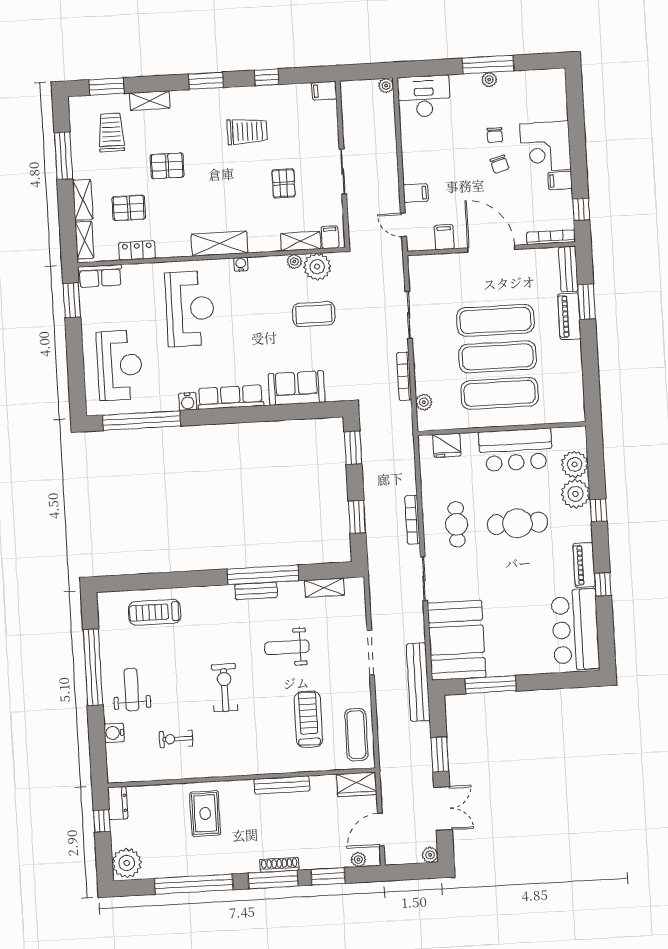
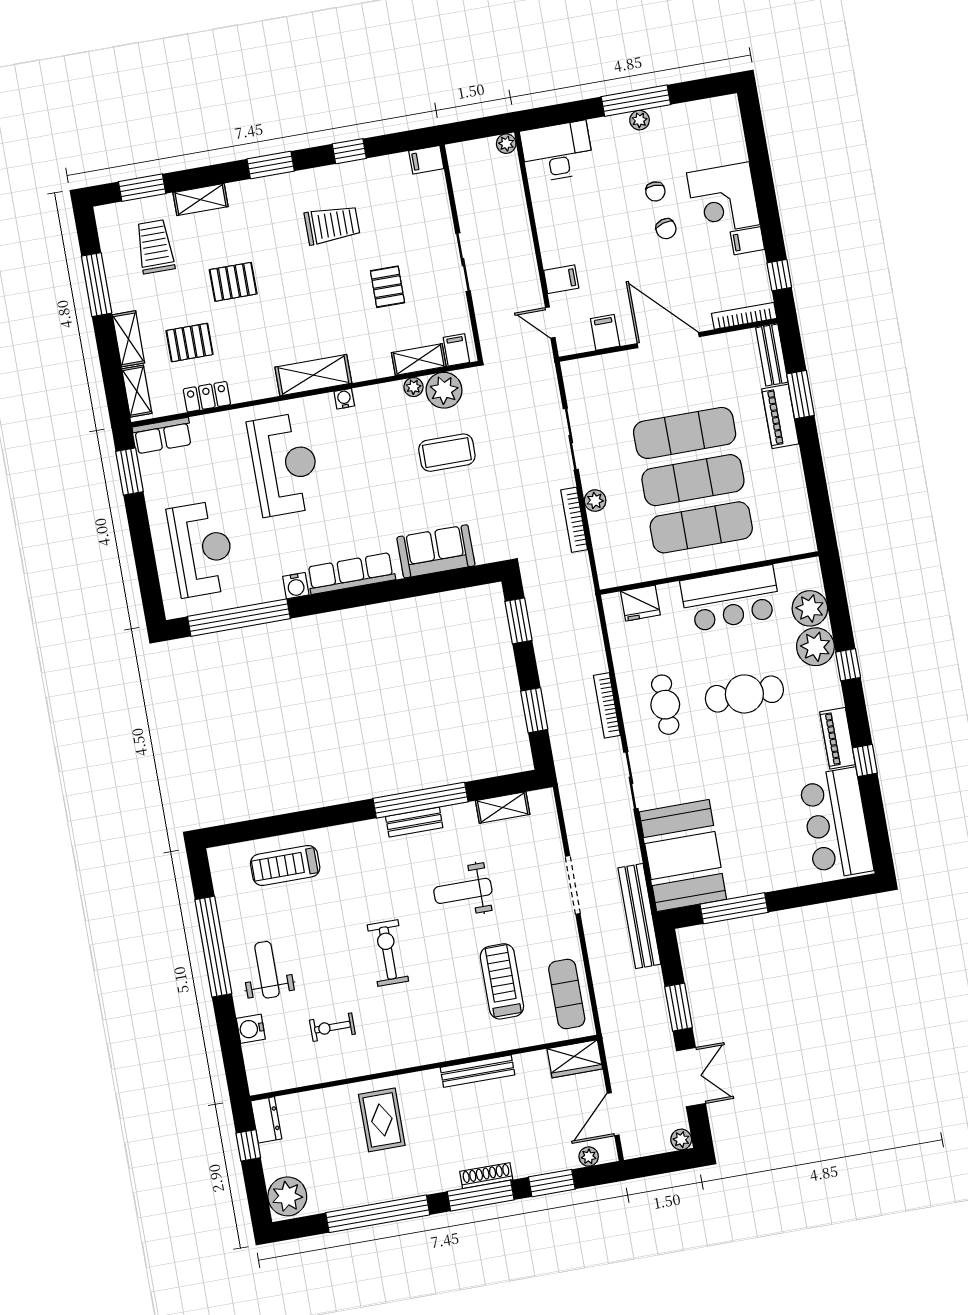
plant: (424, 402) -> (595, 501), moved

